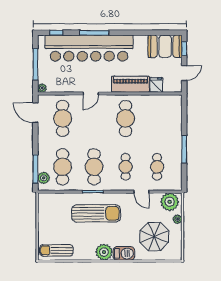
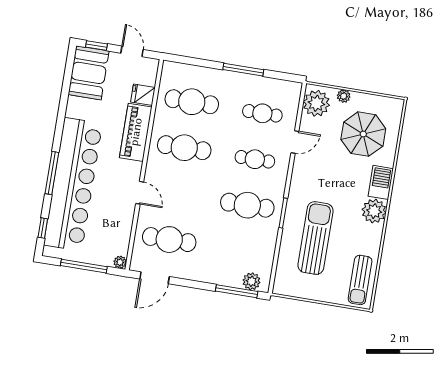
cafe table: (63, 167) -> (192, 102), moved
sun lounger: (96, 213) -> (315, 238), moved

